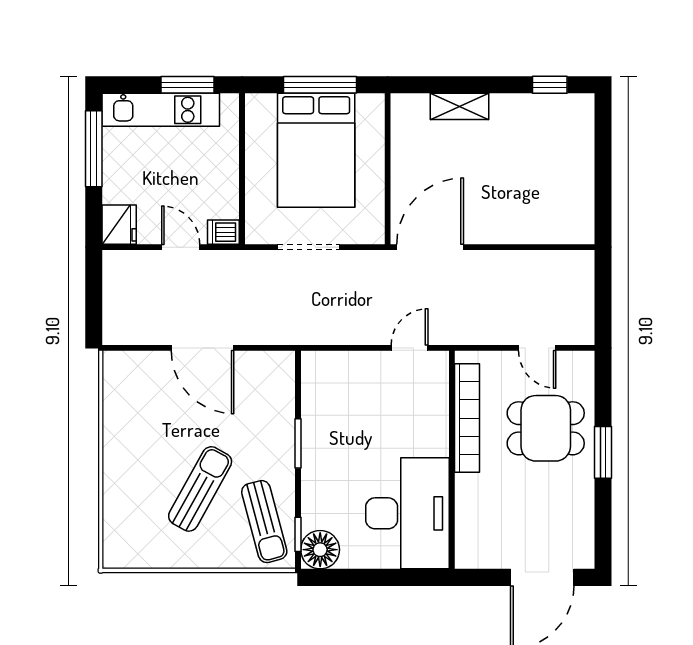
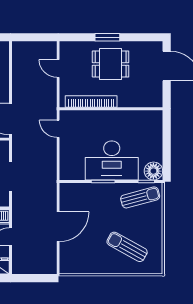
door: (537, 348) -> (58, 68), swing flipped
dining table: (546, 428) -> (111, 64), moved, turned 90
sun lounger: (200, 489) -> (127, 247), moved
desk: (407, 513) -> (112, 160), moved, turned 180

